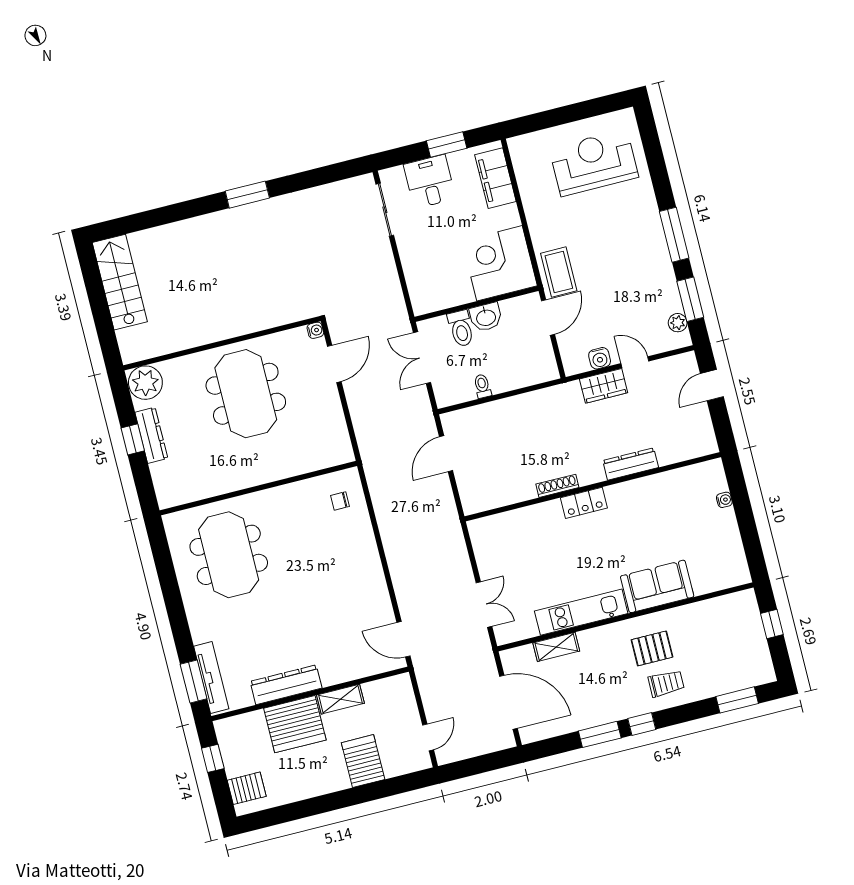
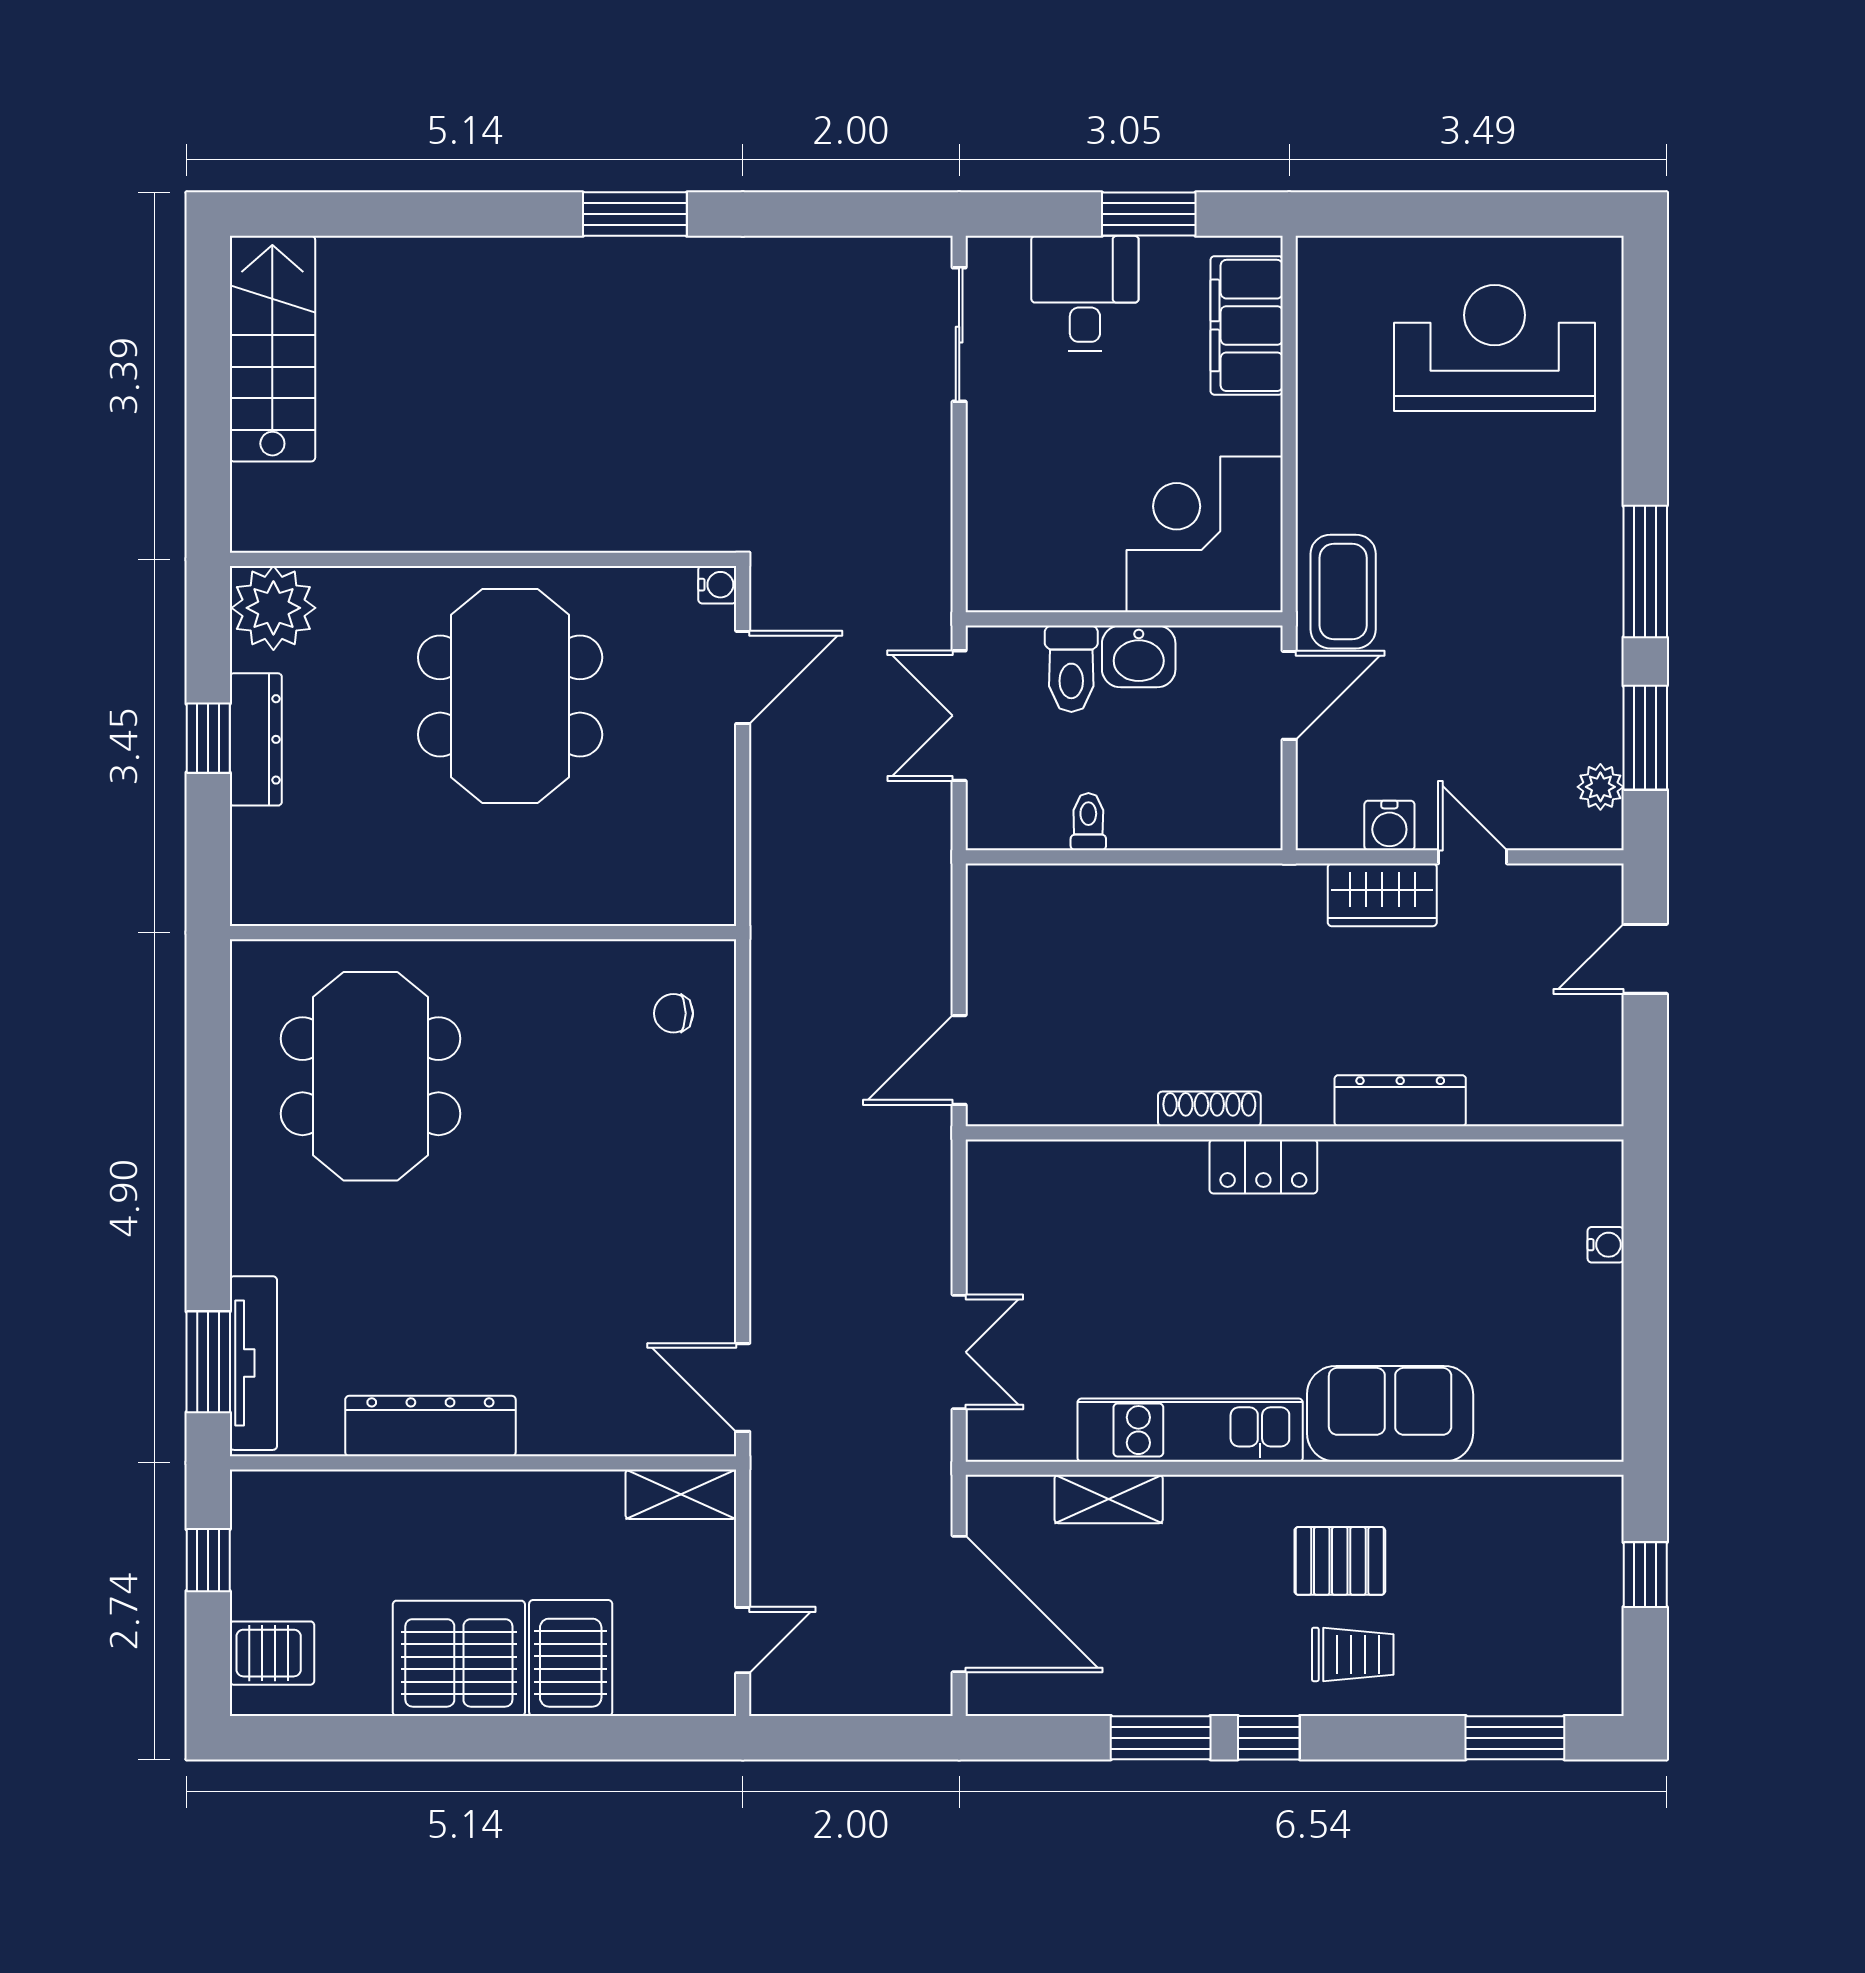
door: (446, 454) -> (959, 1060), moved
shelving: (340, 699) -> (681, 1494), moved
server rack: (295, 724) -> (459, 1658), moved, turned 180

